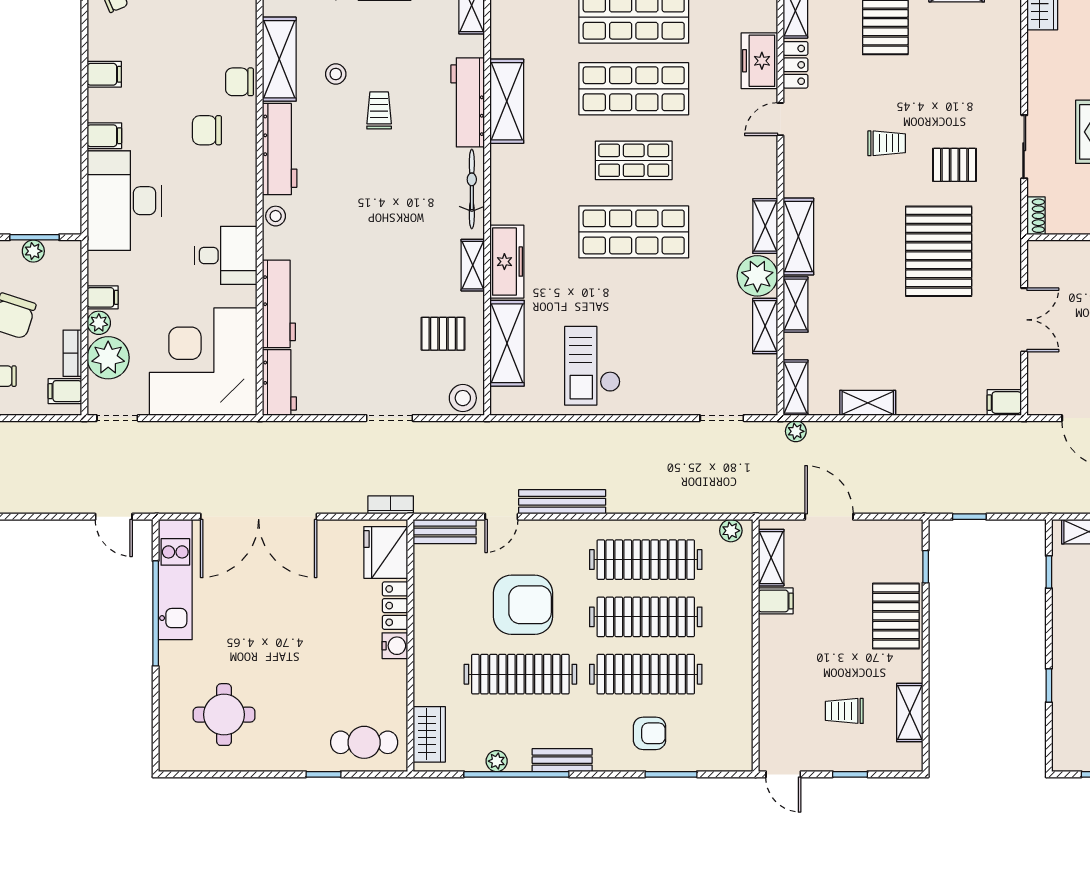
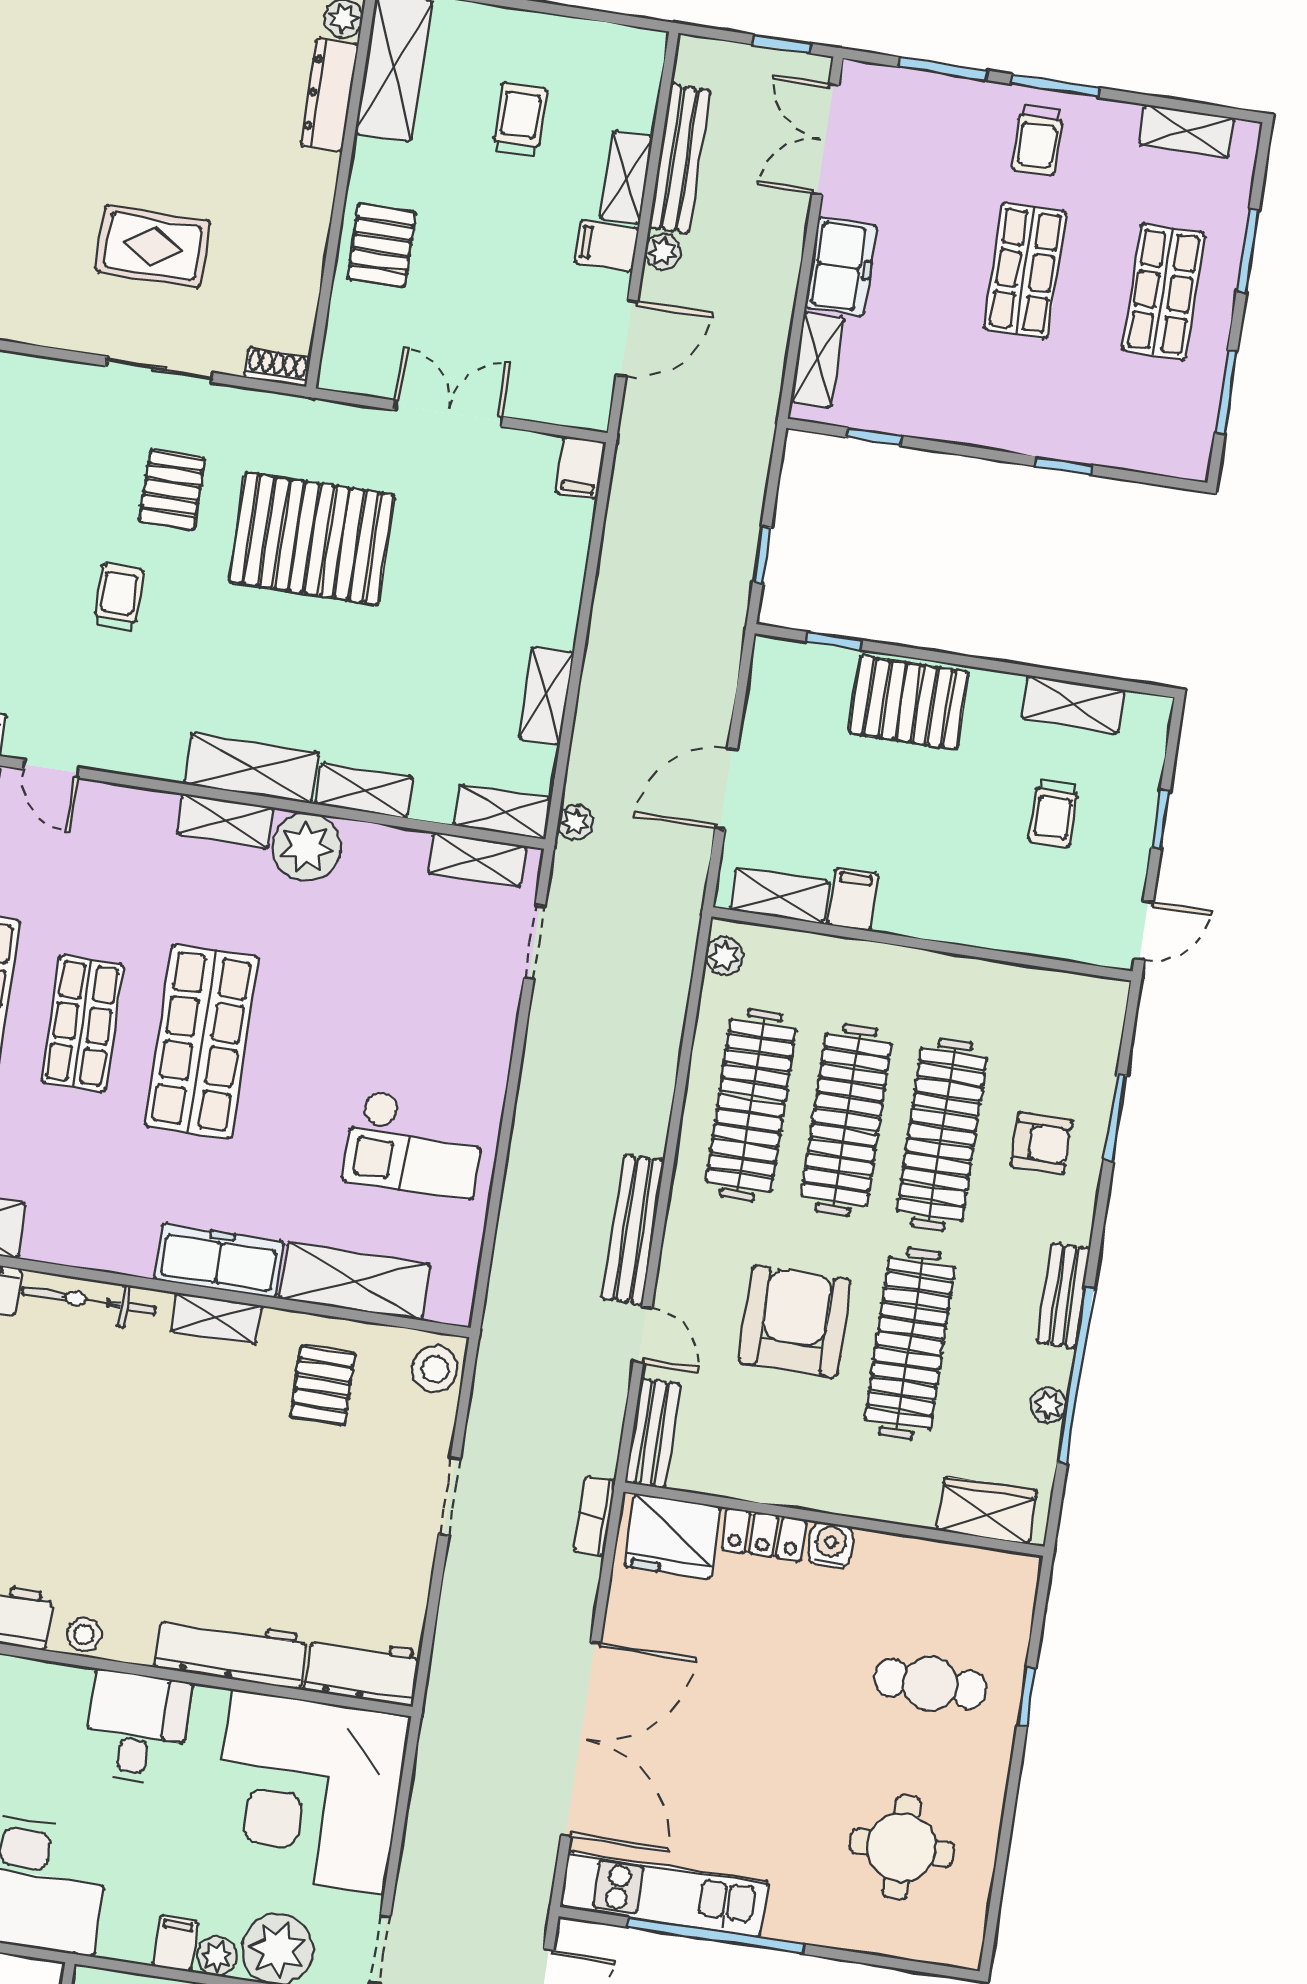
shelving: (765, 326) -> (477, 860), moved
armchair: (650, 733) -> (1041, 1143), turned 90
cafe table: (364, 742) -> (930, 1684), moved, turned 90

